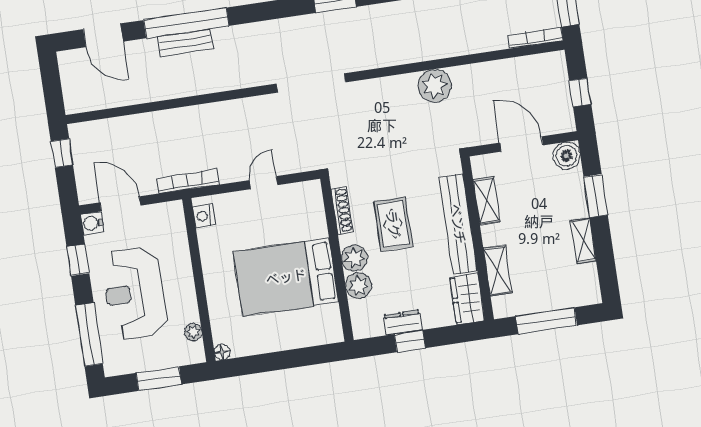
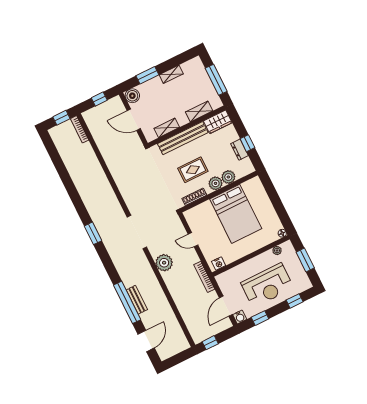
plant: (435, 86) -> (164, 263), moved
door: (521, 144) -> (134, 120), hinge flipped
window: (89, 335) -> (295, 301), width x0.46

